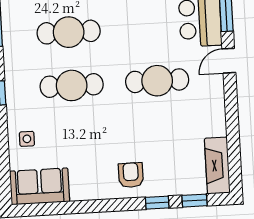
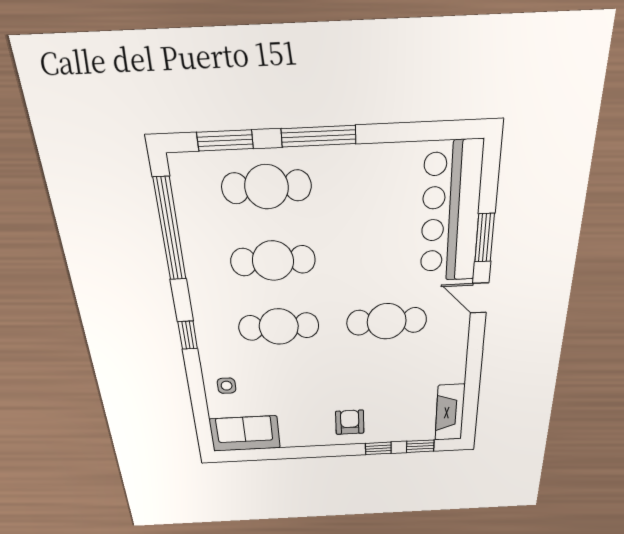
door: (229, 61) -> (479, 298), hinge flipped

